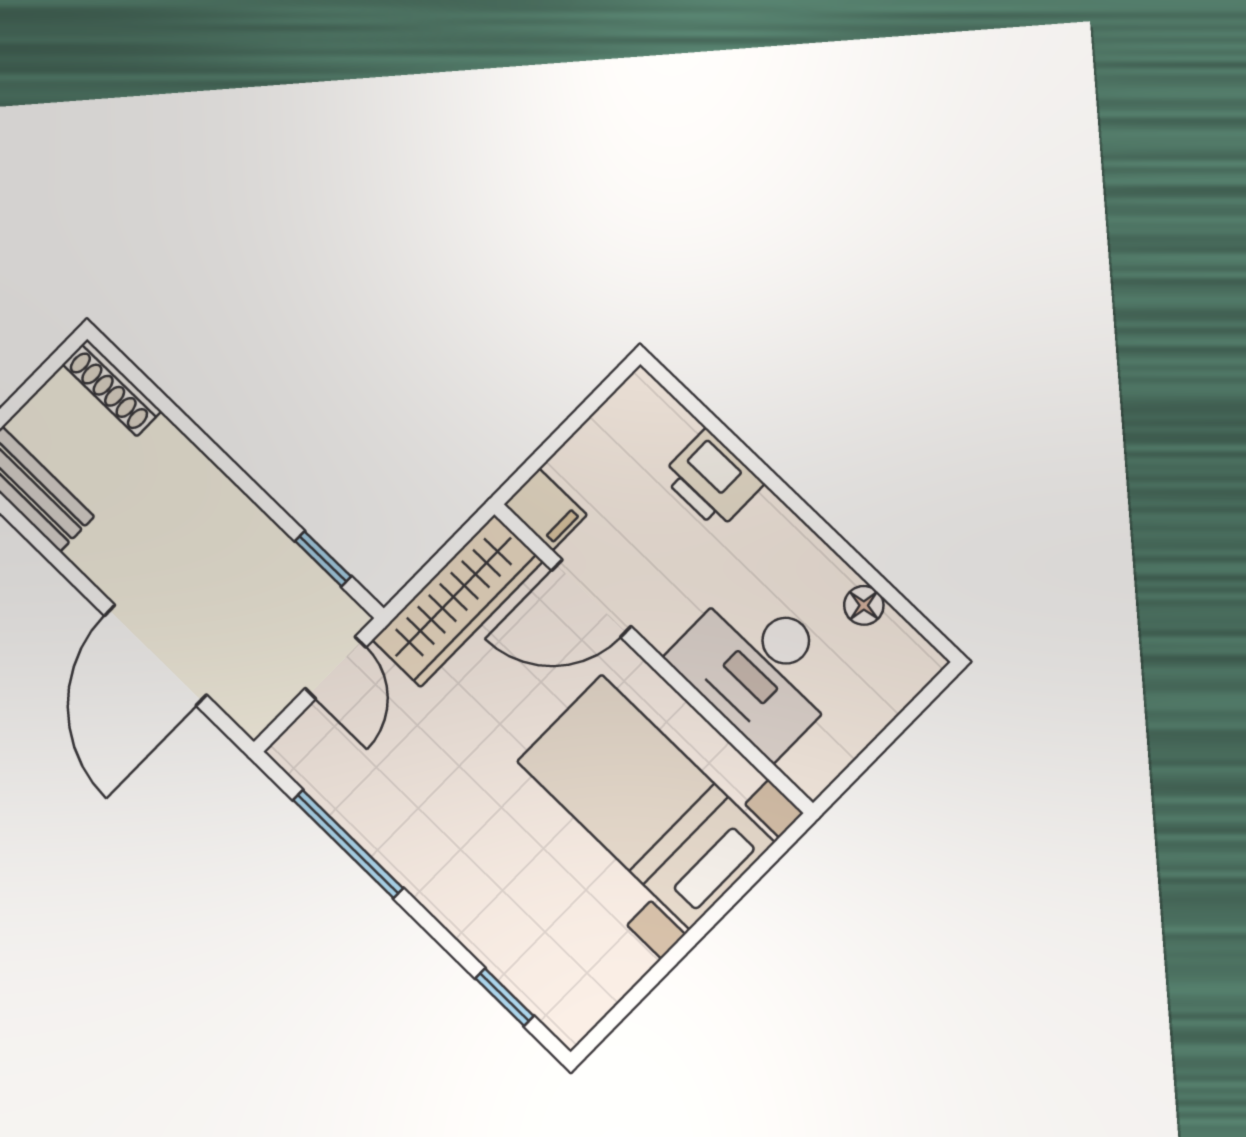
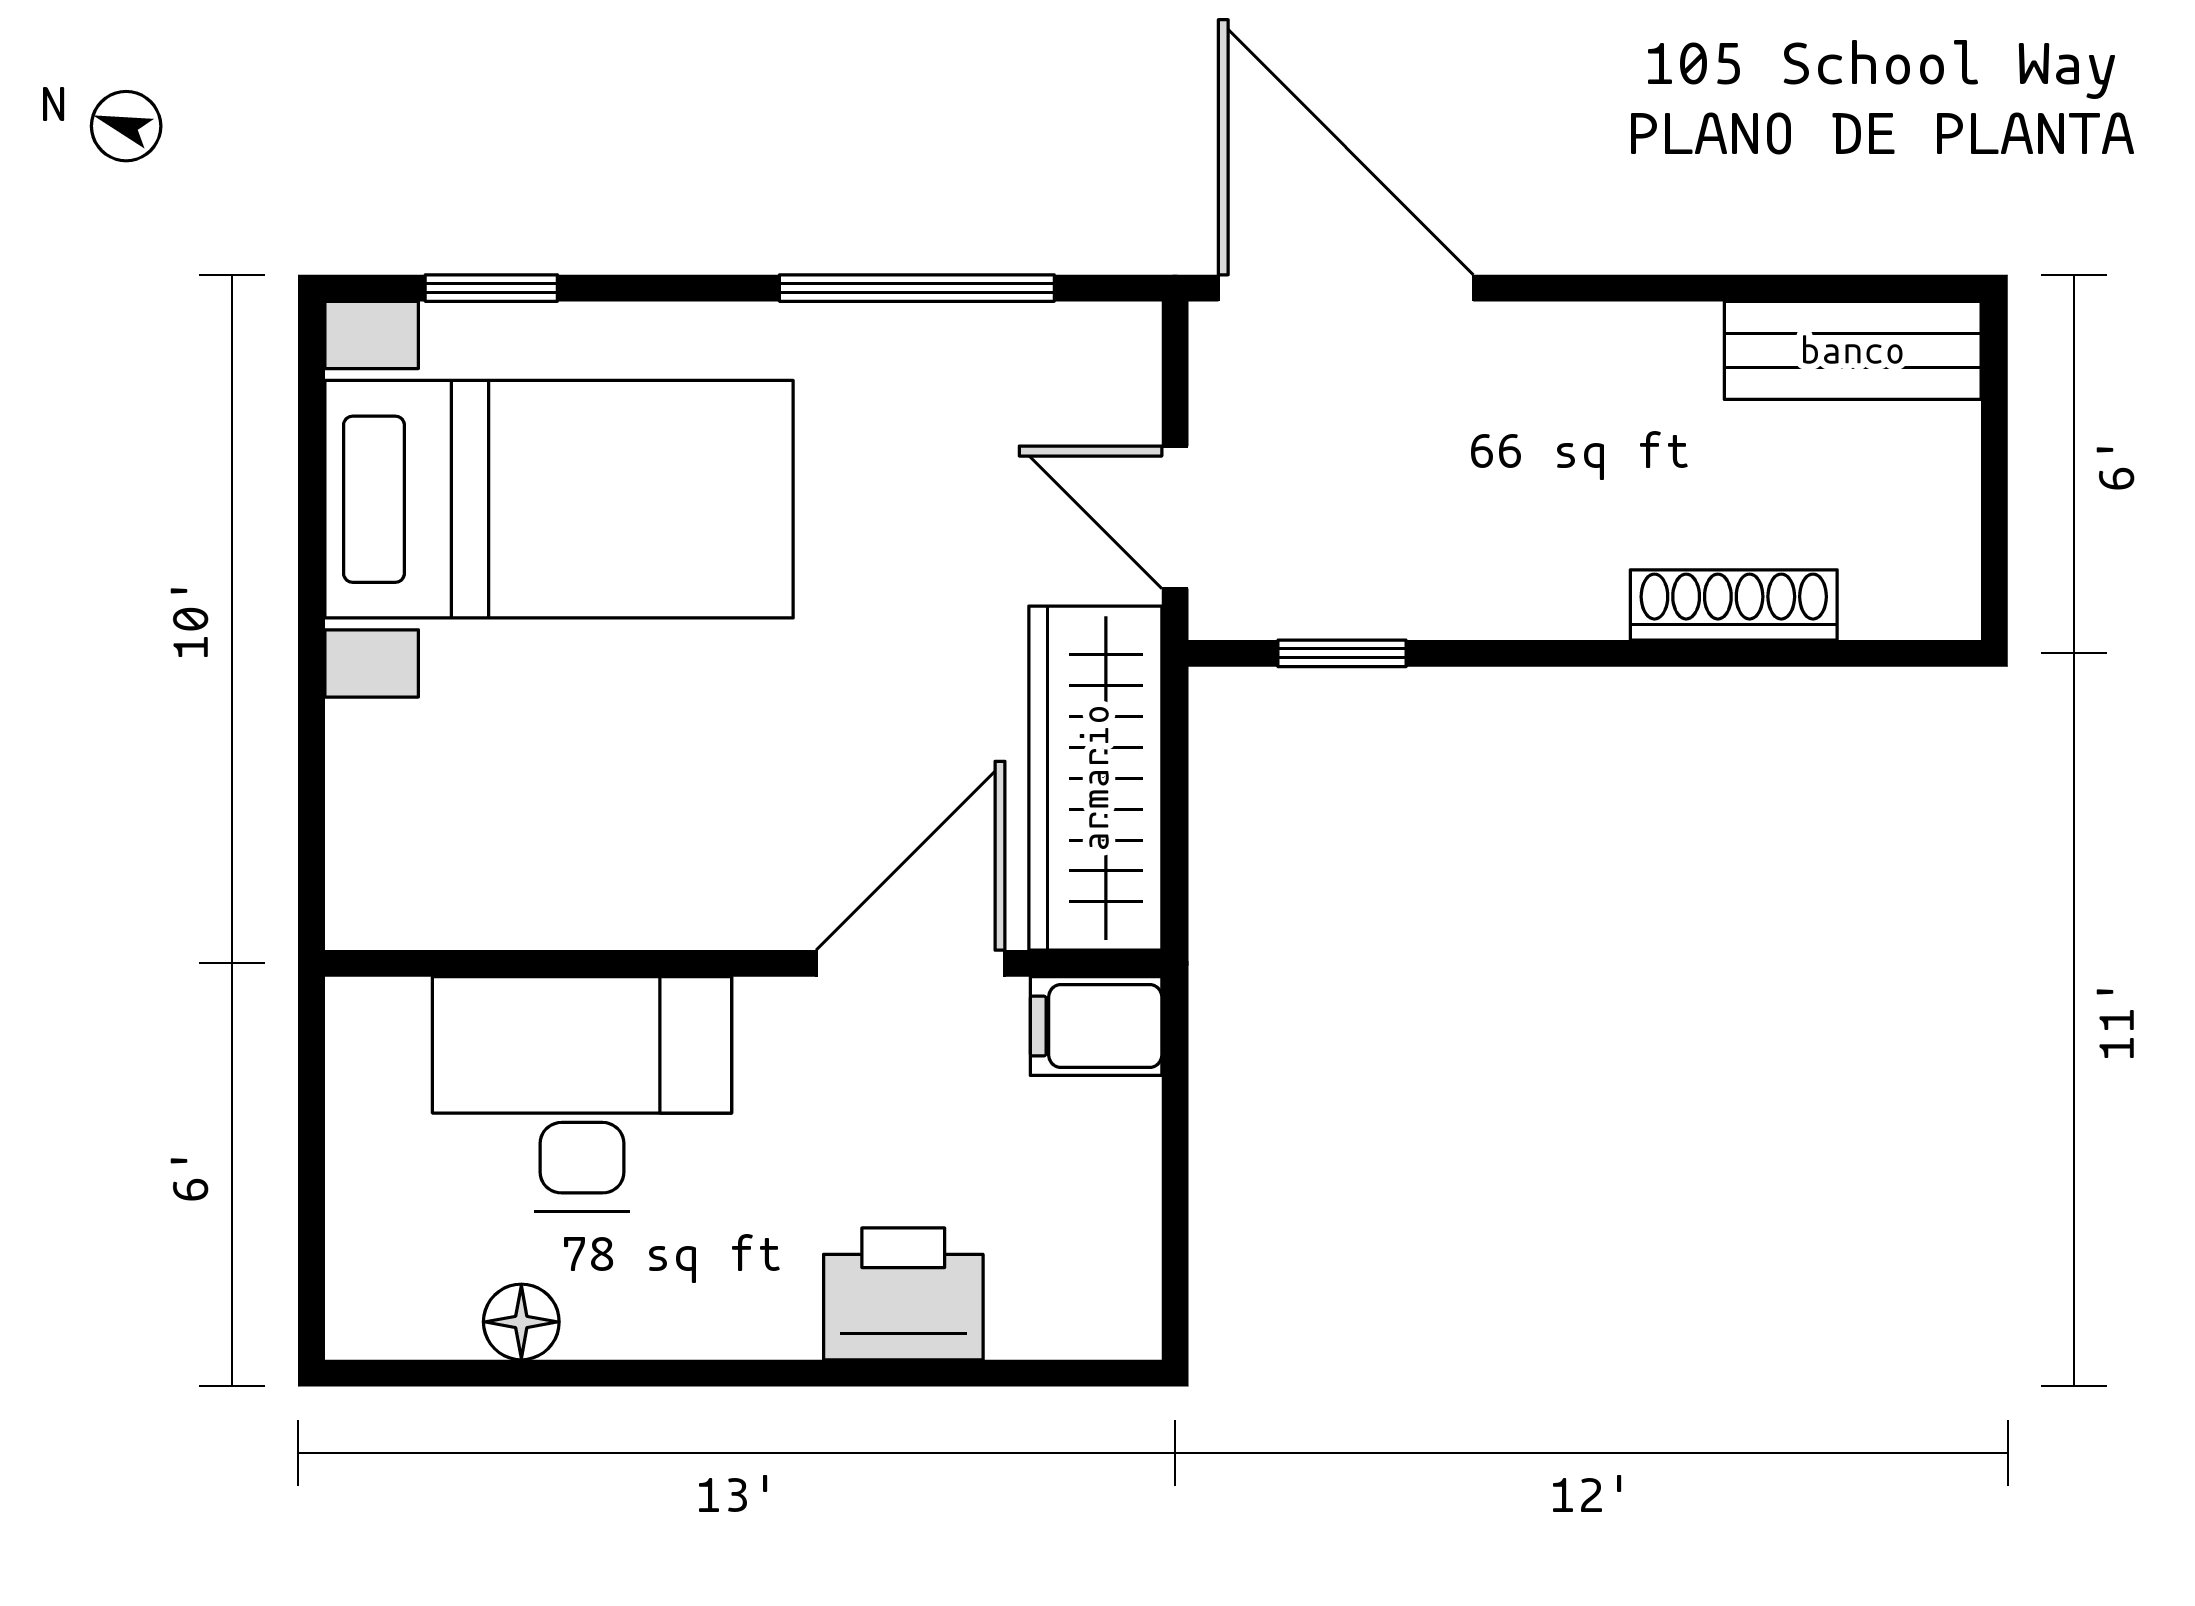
shoe rack: (112, 388) -> (1734, 605), moved
door: (155, 655) -> (1346, 288), moved
bed with nightstands: (646, 802) -> (559, 499), moved

